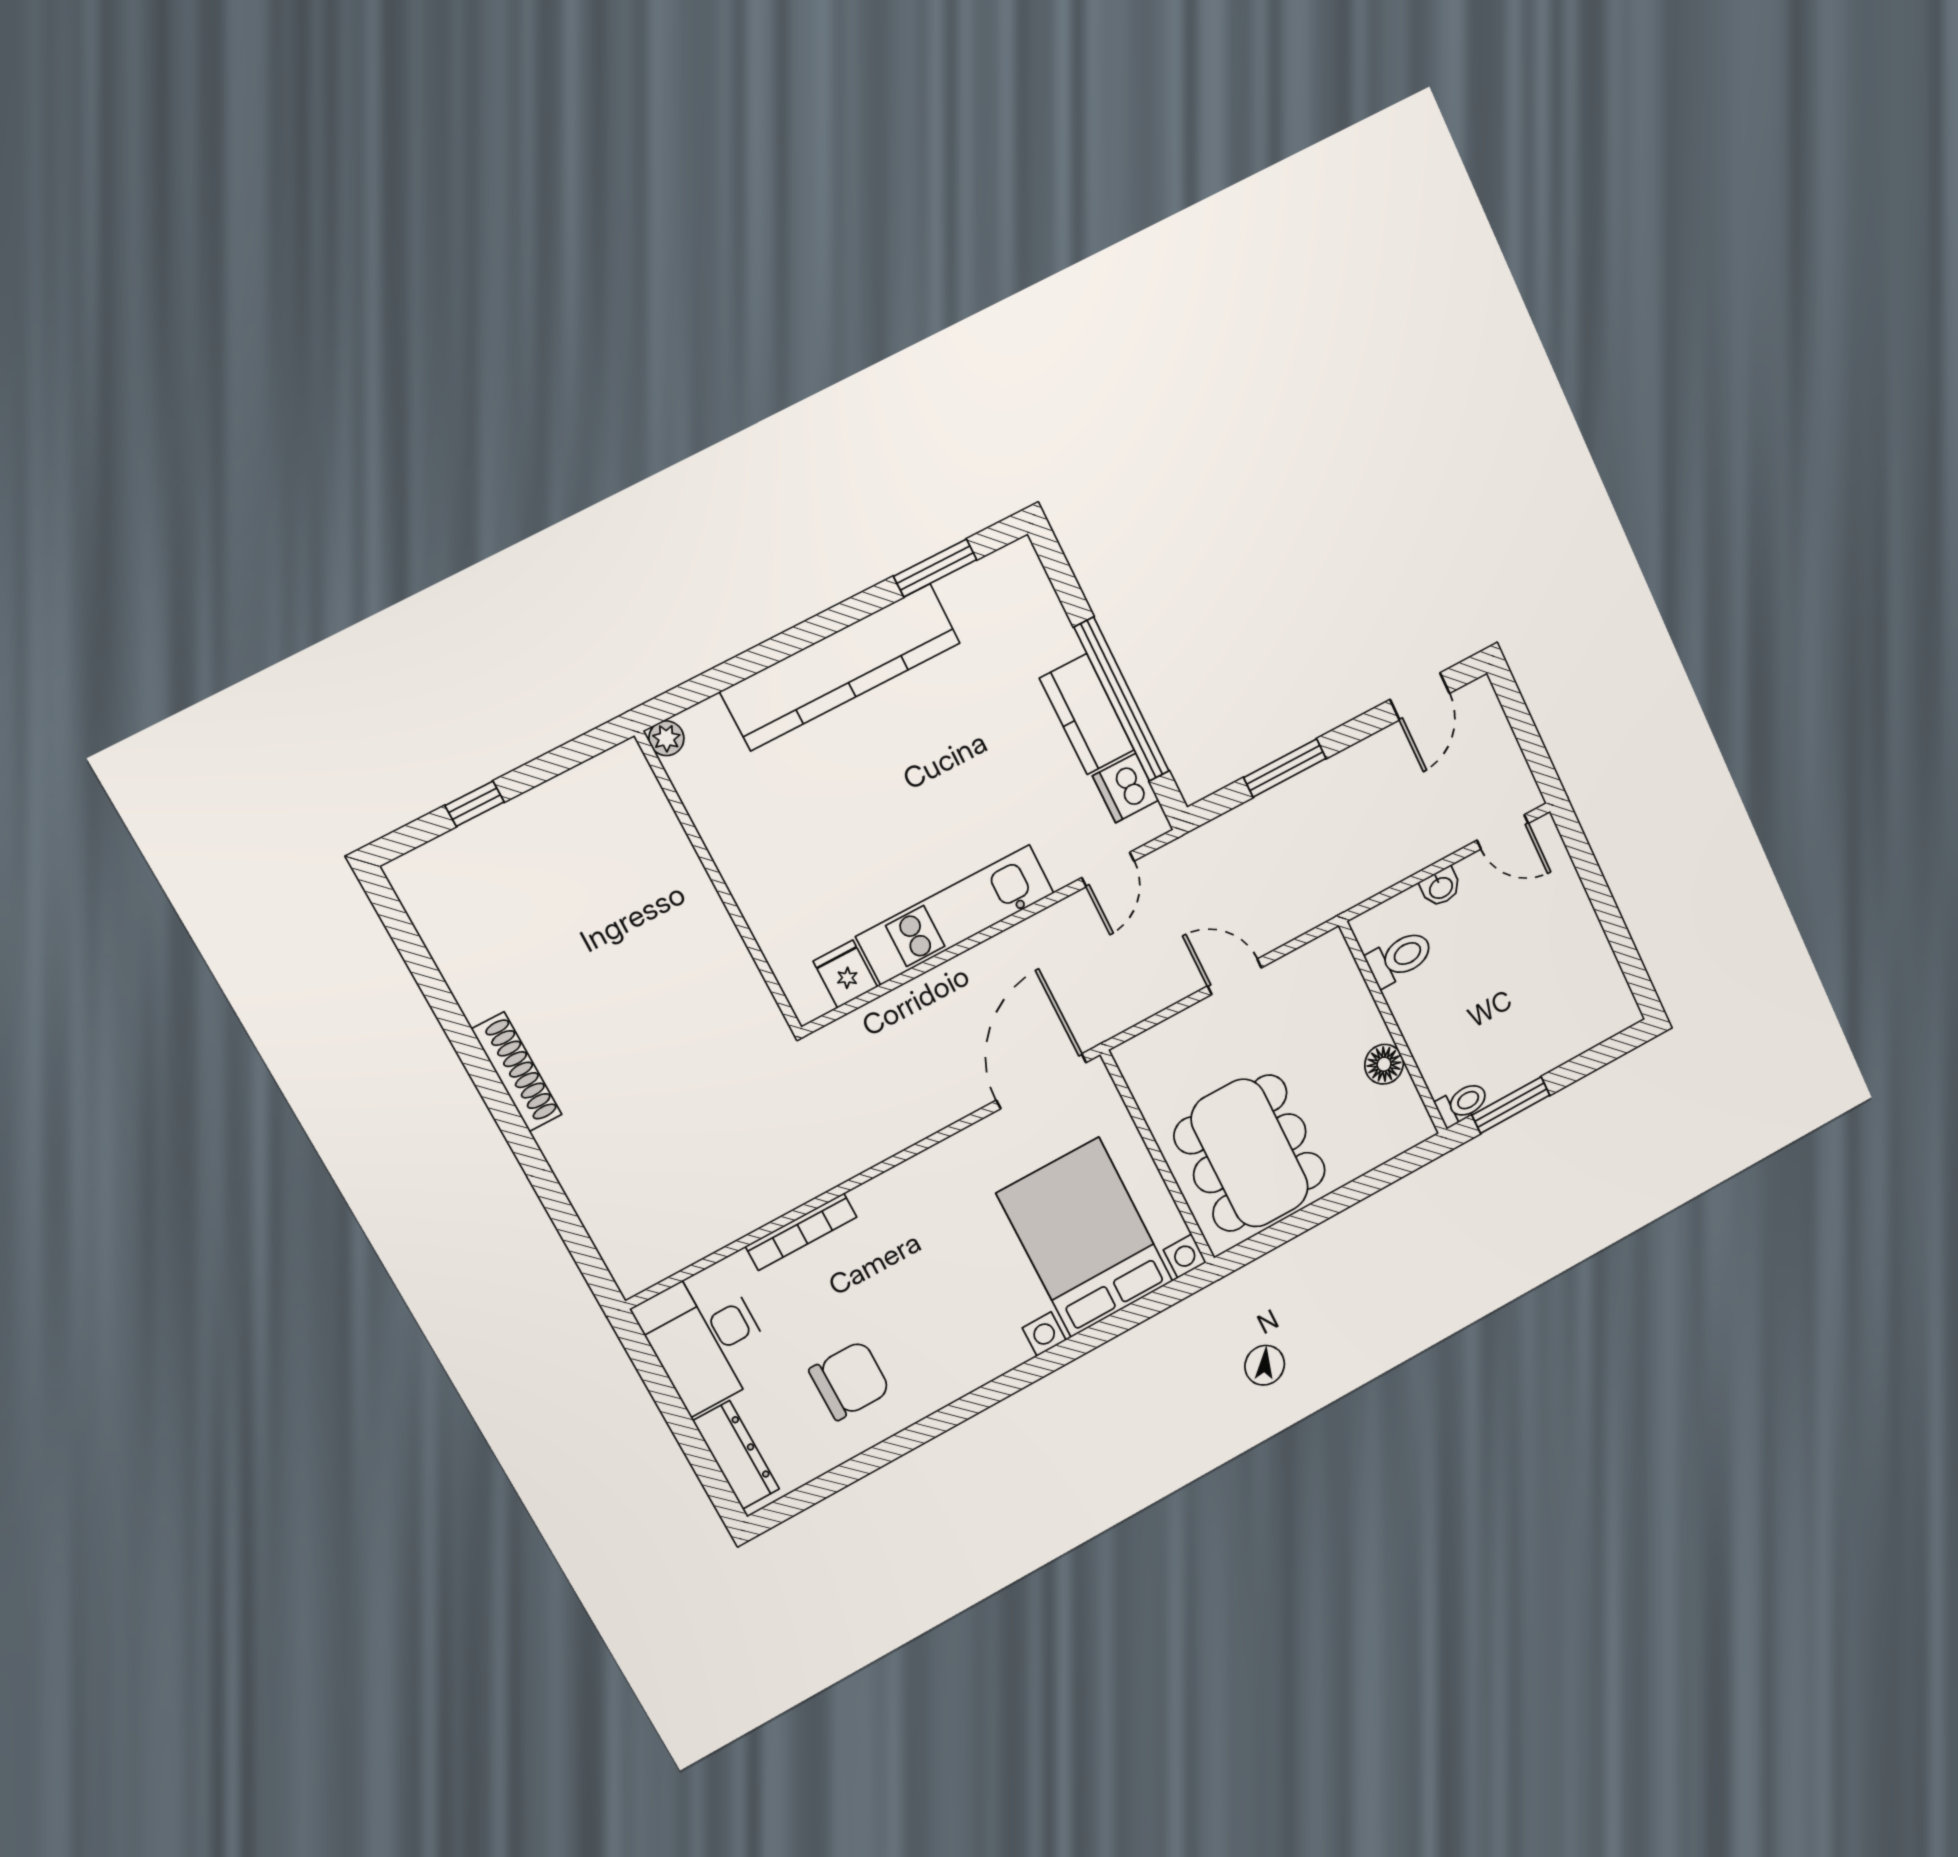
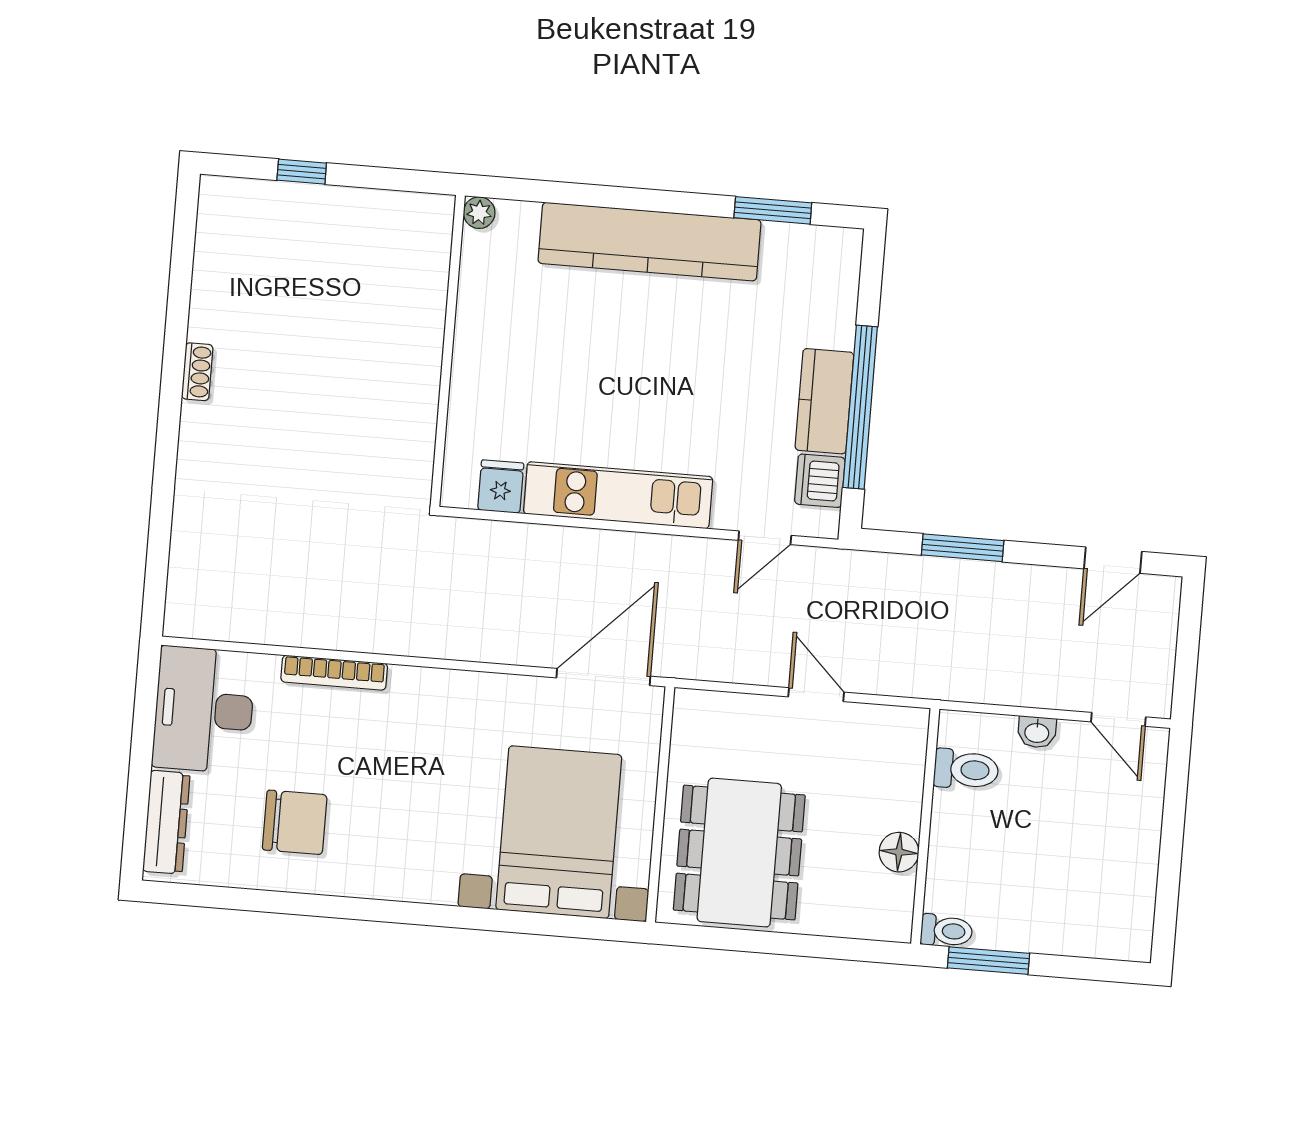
shoe rack: (517, 1072) -> (197, 372), width x0.51, depth x0.81

